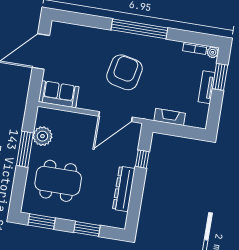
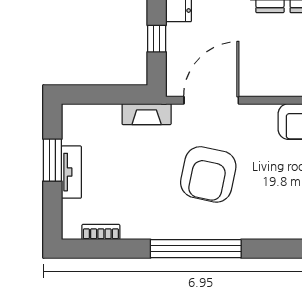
plant: (213, 52) -> (71, 230), removed
window: (220, 77) -> (52, 160), moved
fireplace: (170, 117) -> (147, 114), moved

